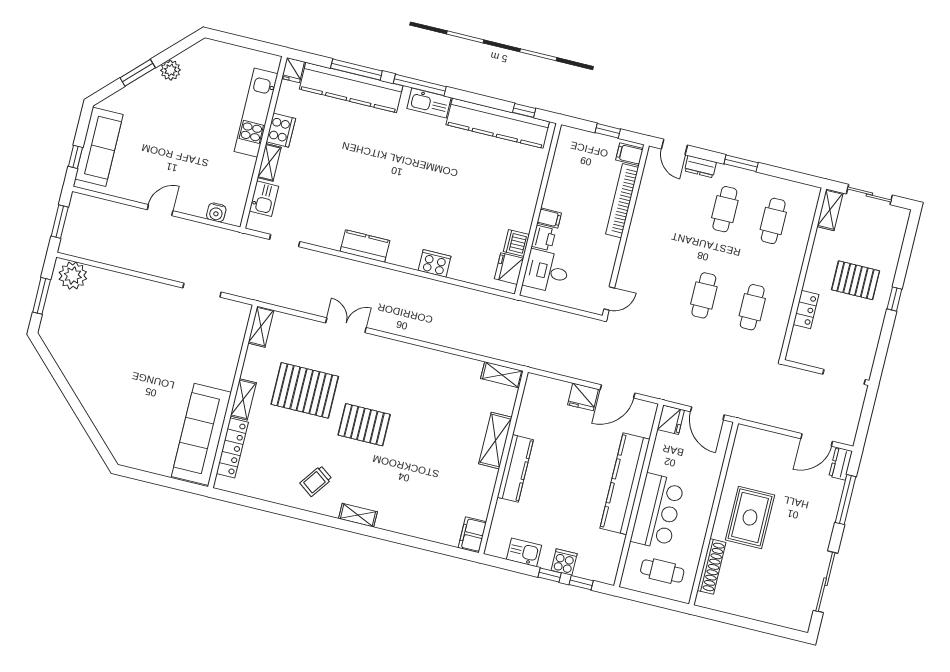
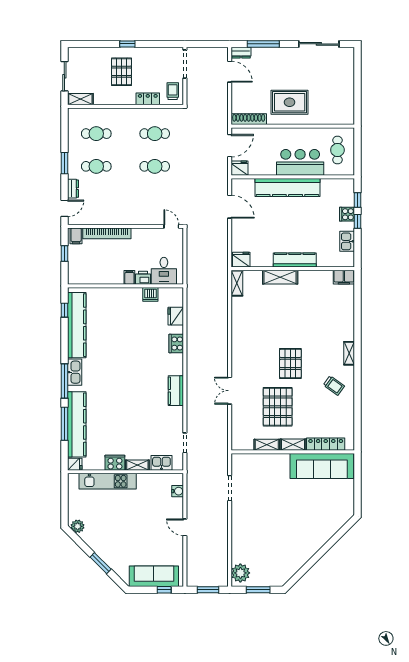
plant: (171, 70) -> (78, 526), moved
fridge: (509, 269) -> (176, 316), moved, turned 90
shelving: (261, 327) -> (267, 445), moved
trolley: (808, 349) -> (173, 91), added
fridge: (583, 397) -> (241, 260), moved, turned -90
shoe rack: (712, 566) -> (249, 119), moved

